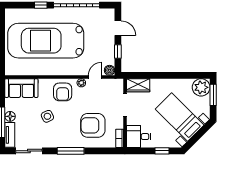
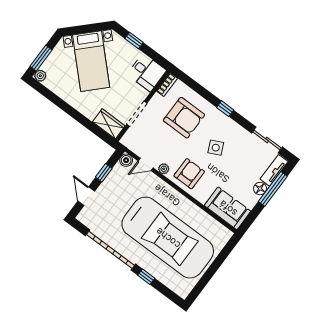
plant: (201, 87) -> (40, 76), width x0.53, depth x0.53
side table: (47, 116) -> (216, 148), moved
window: (71, 151) -> (225, 109), width x0.46

